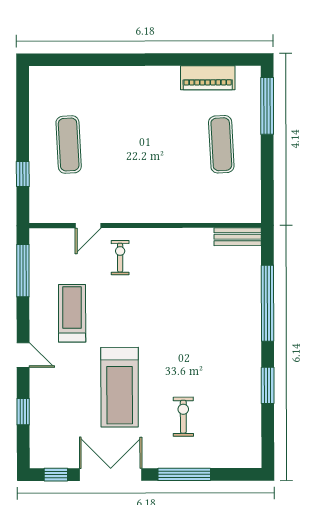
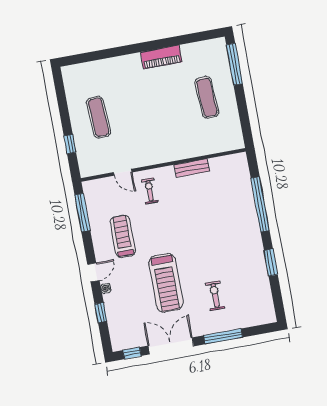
piano: (208, 78) -> (161, 57), moved
door: (88, 226) -> (123, 172), hinge flipped
bench: (238, 237) -> (192, 168), moved
door: (23, 355) -> (93, 272), hinge flipped
water cooler: (36, 380) -> (106, 288), added

